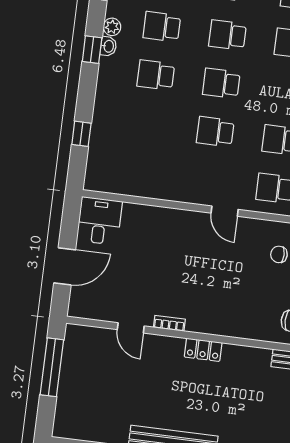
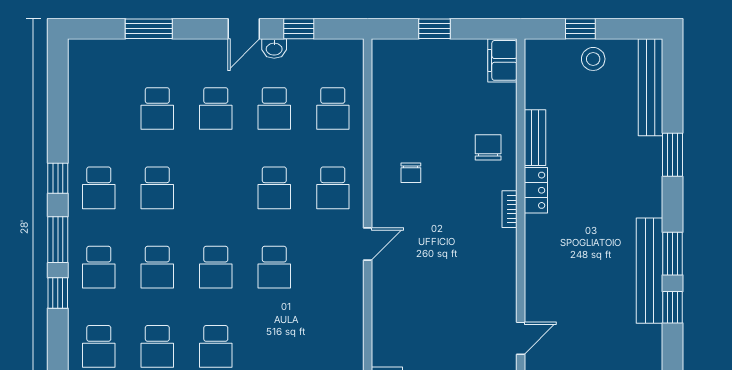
bookcase: (169, 323) -> (510, 209), moved
locker: (203, 350) -> (536, 190), moved

